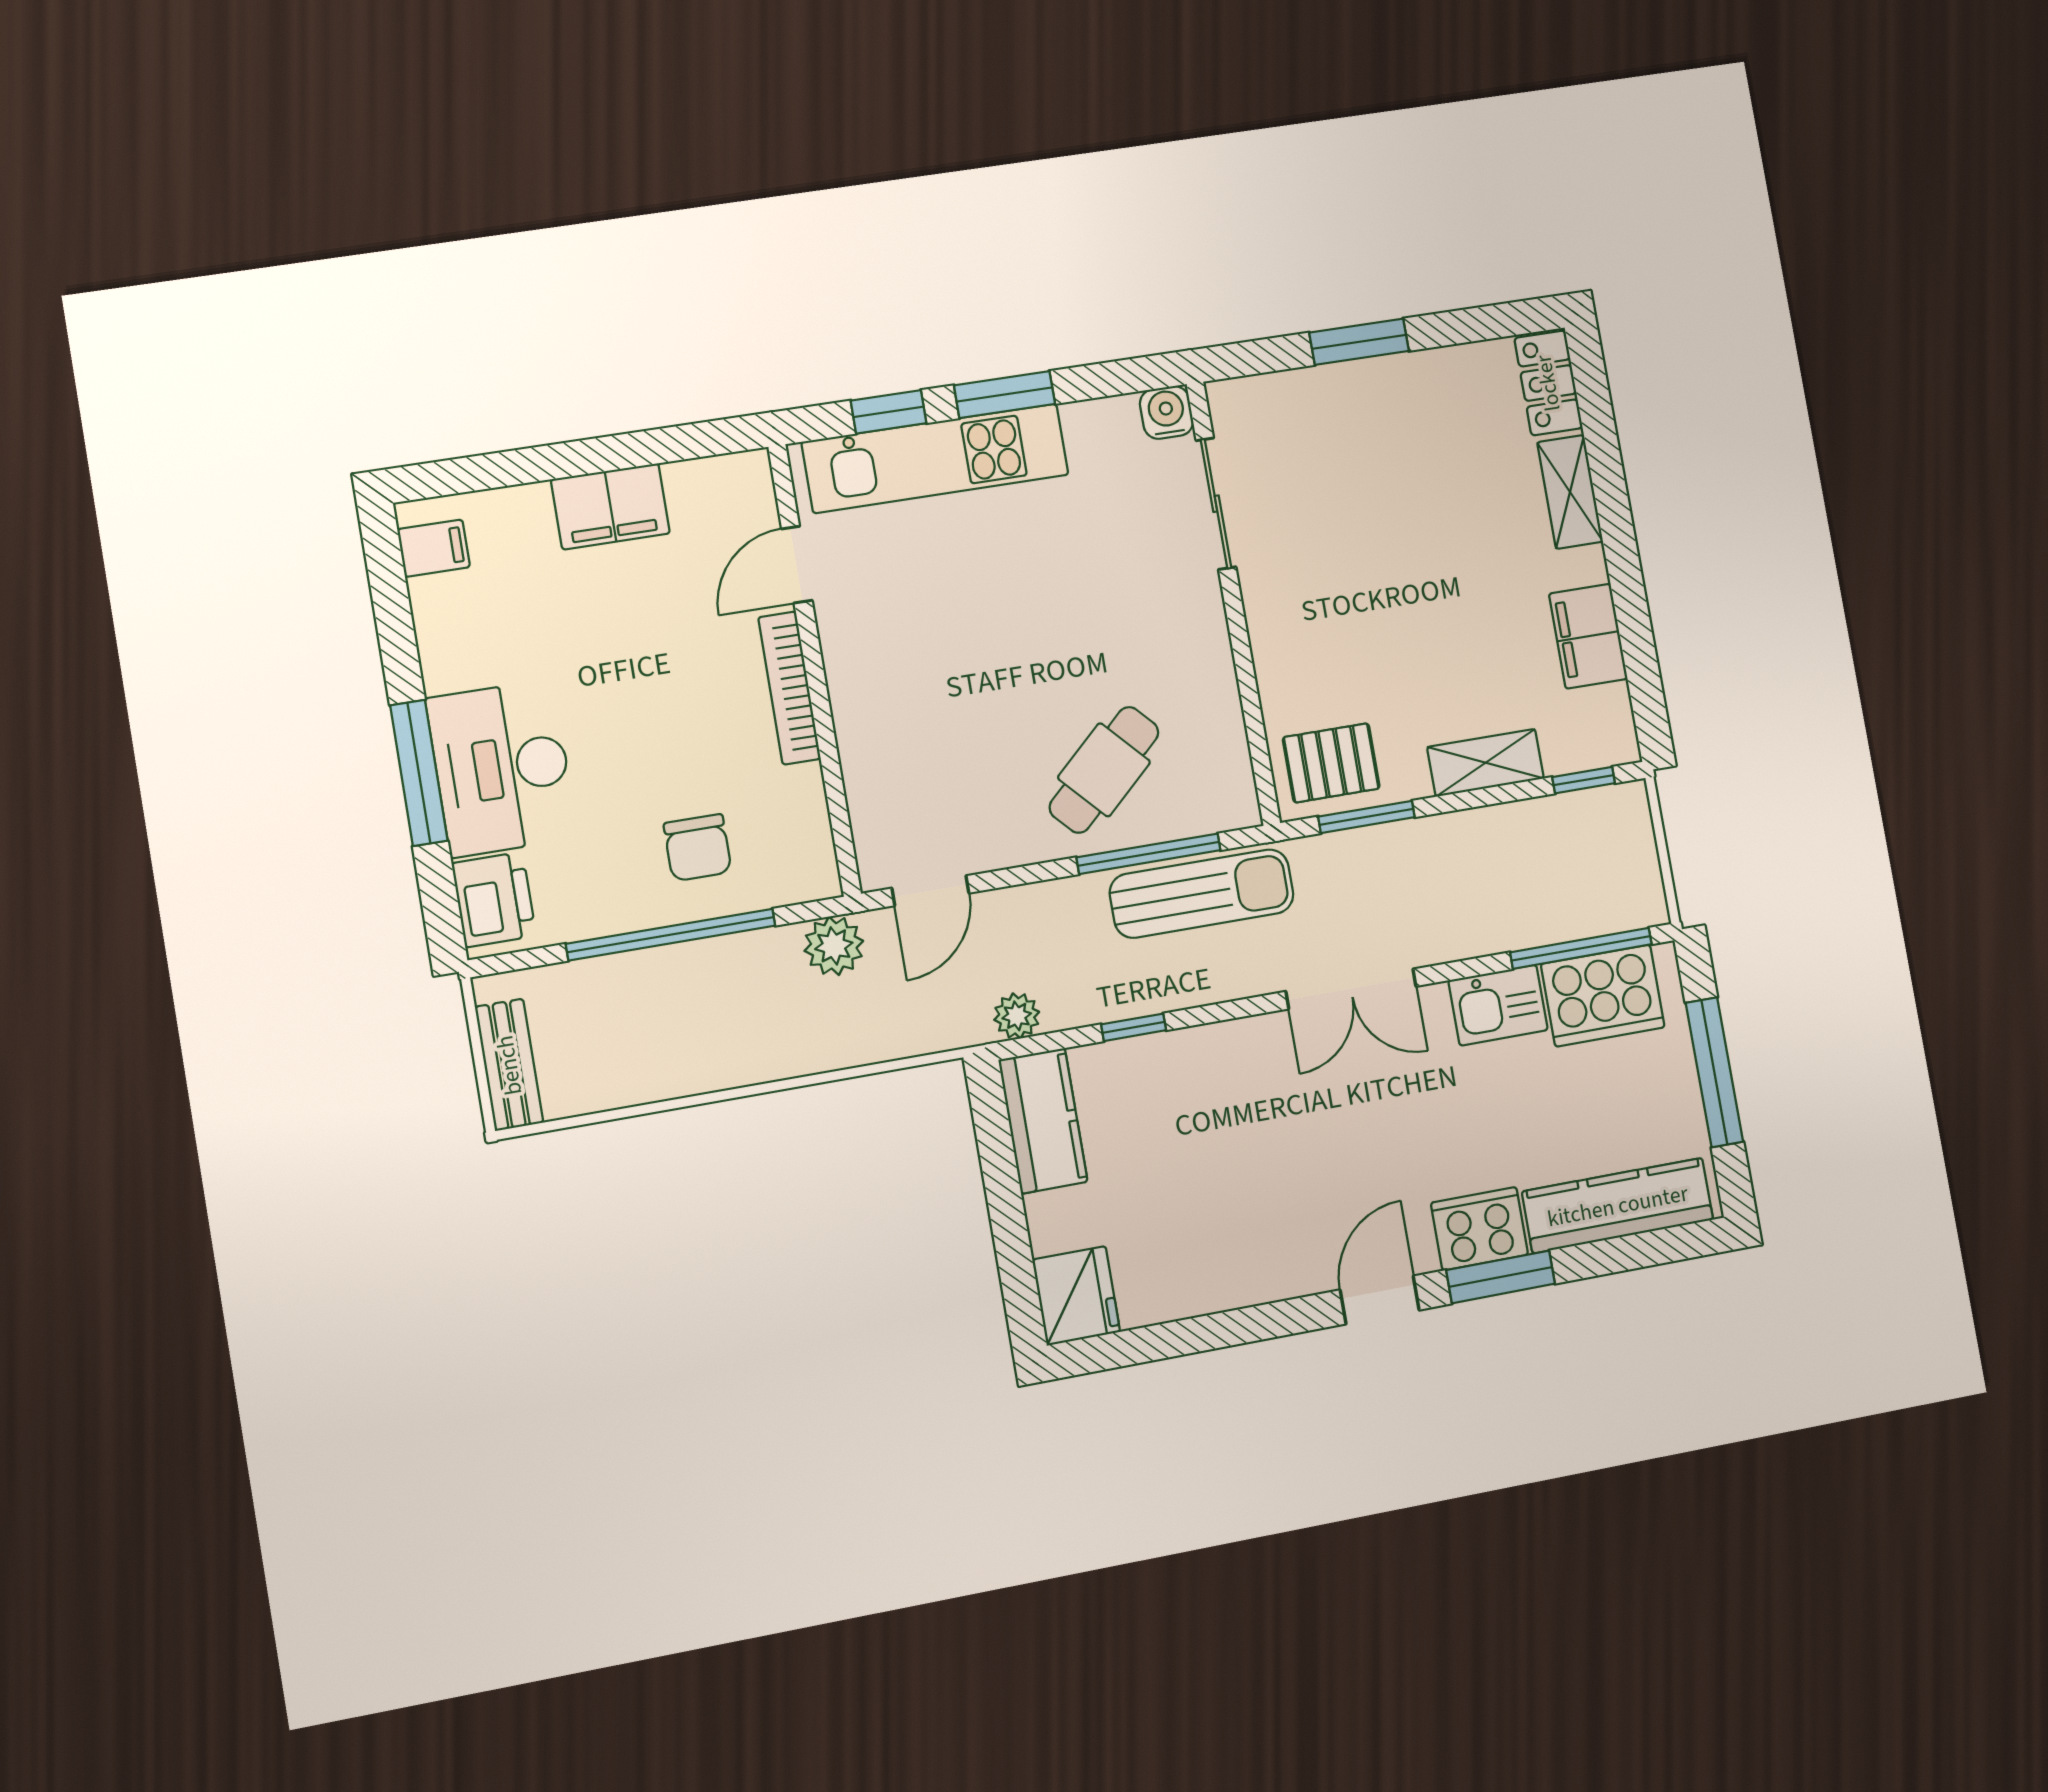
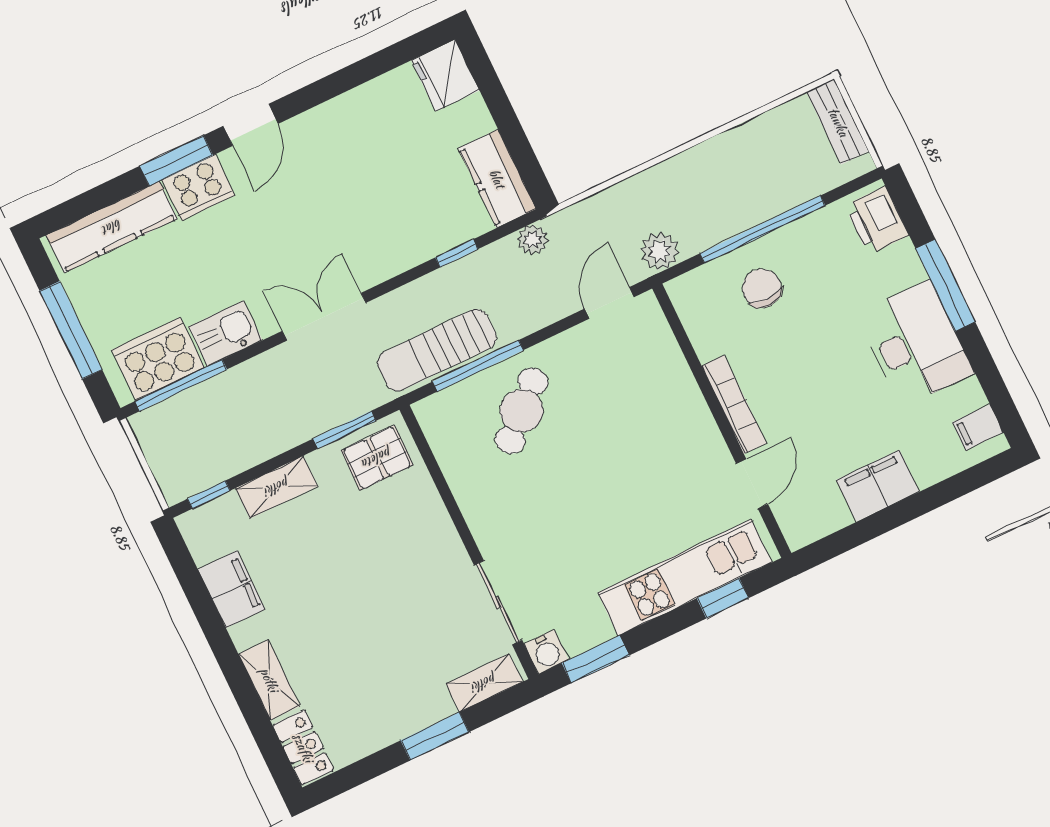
window: (1005, 395) -> (596, 659), moved
shelving: (1268, 396) -> (484, 683), added
desk: (502, 768) -> (915, 343), moved

